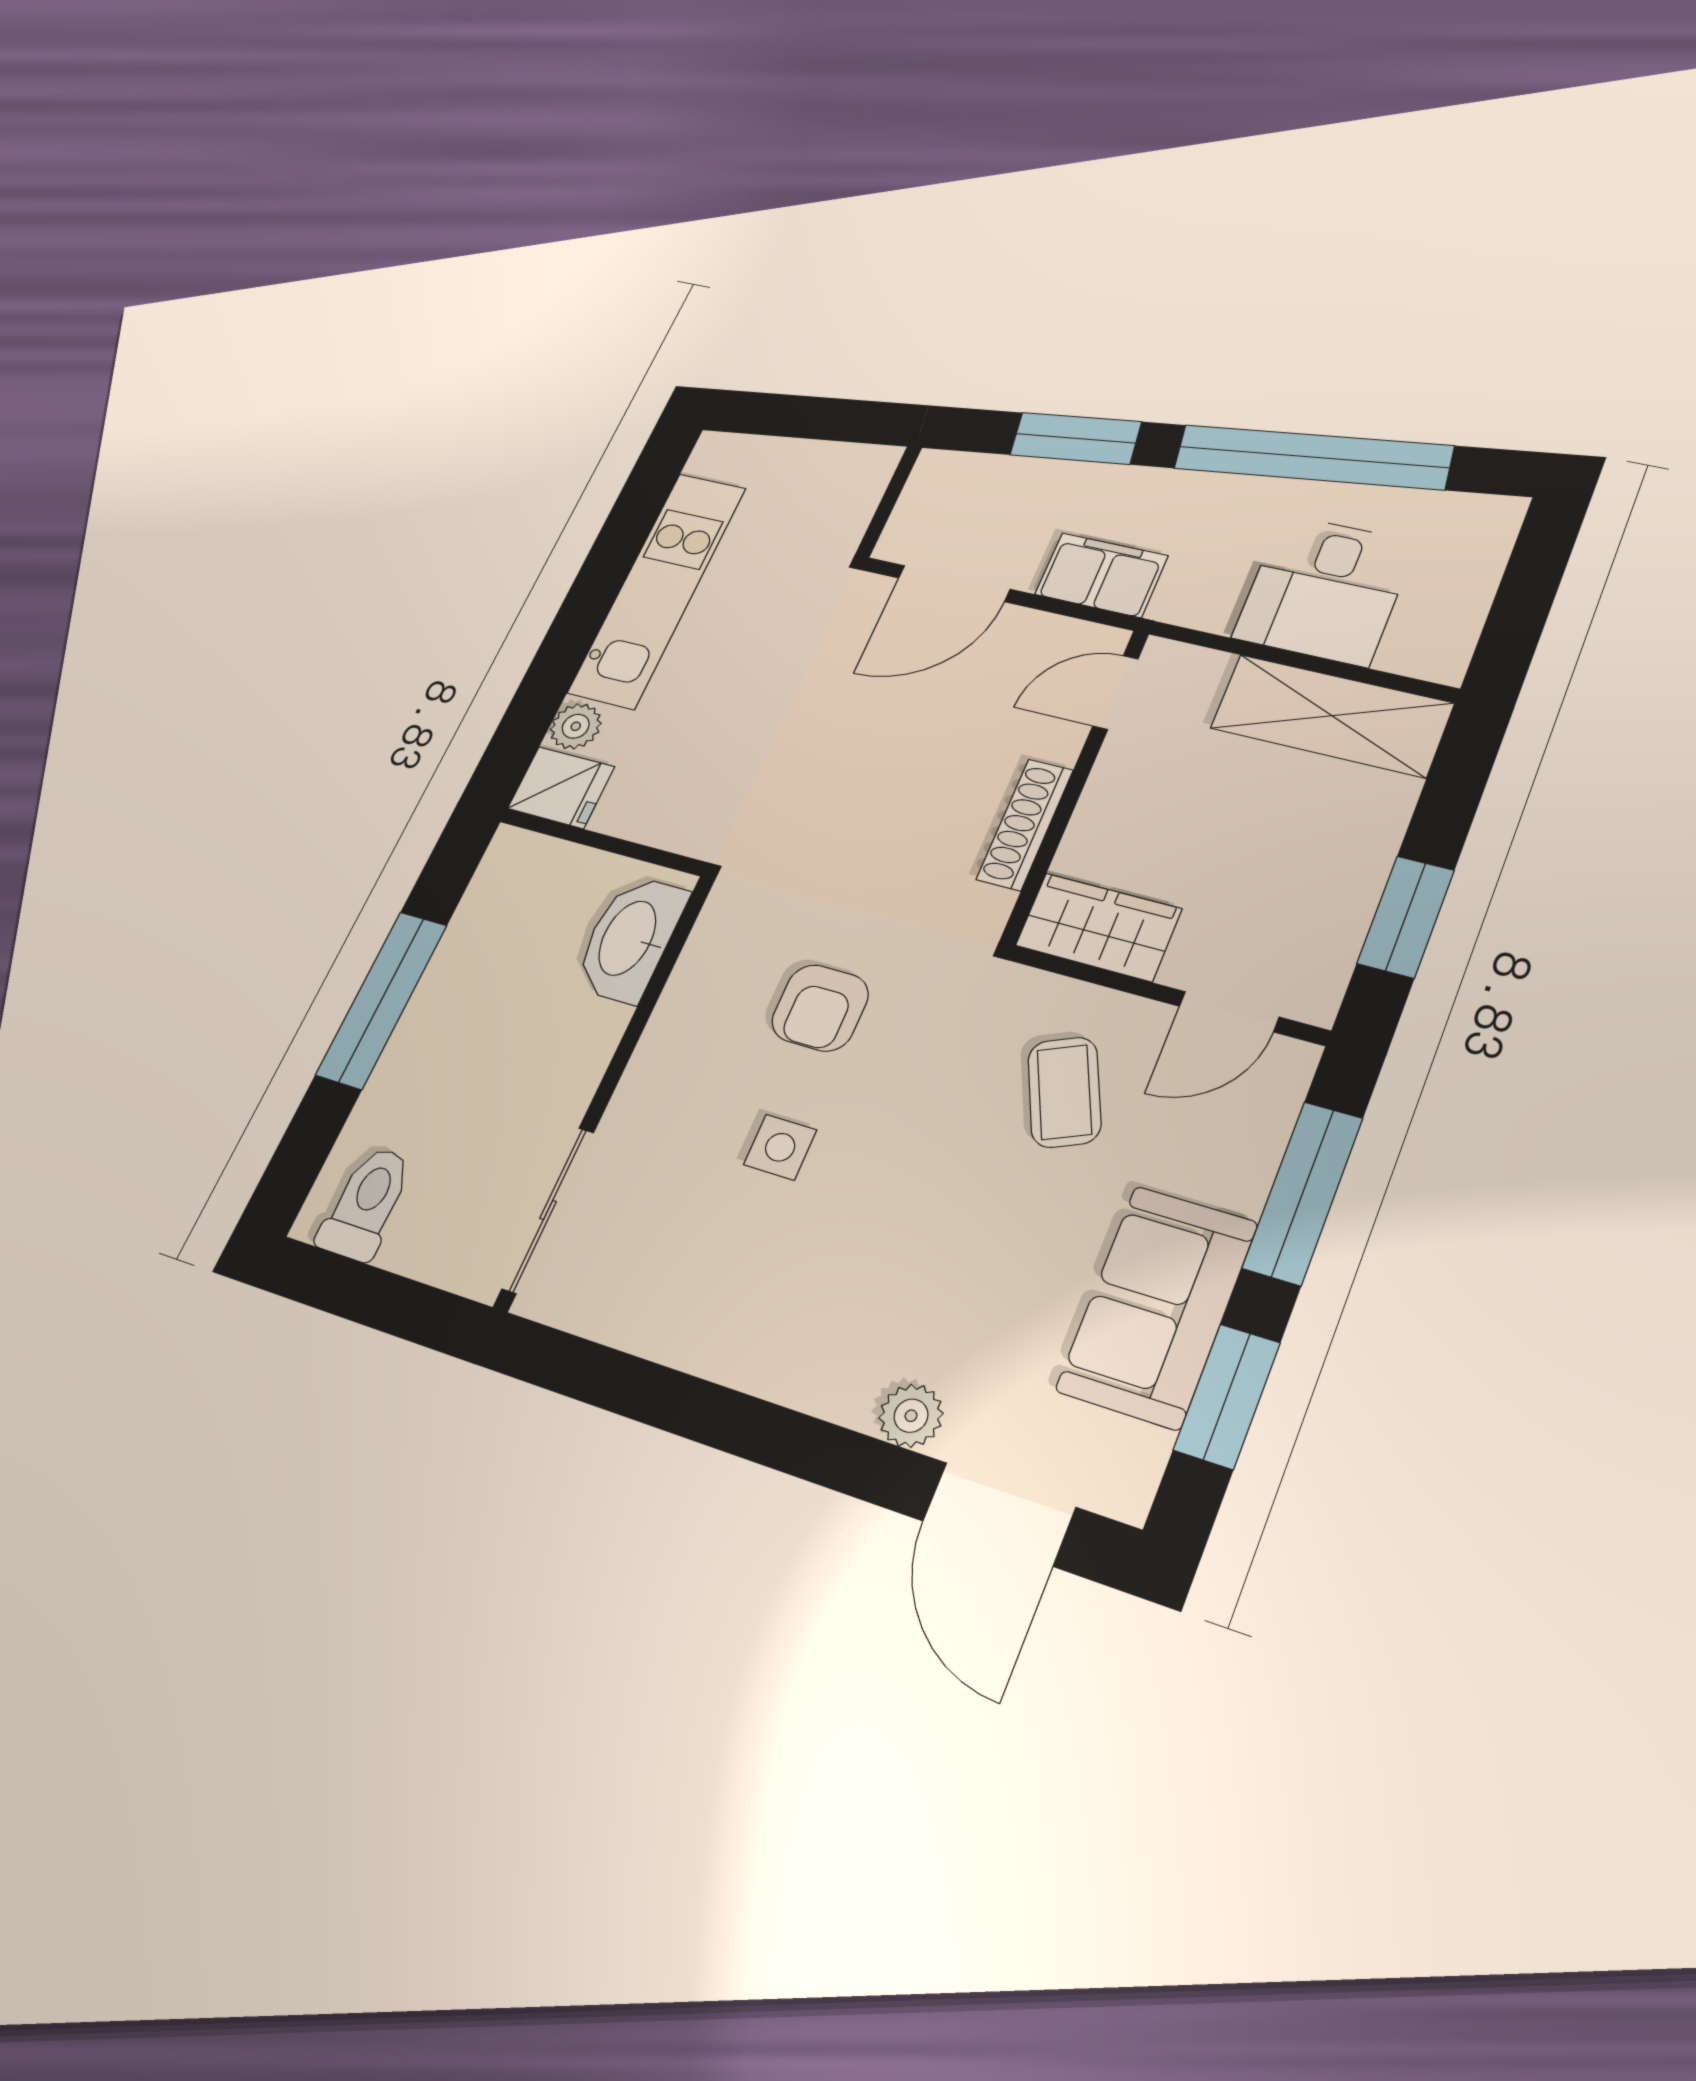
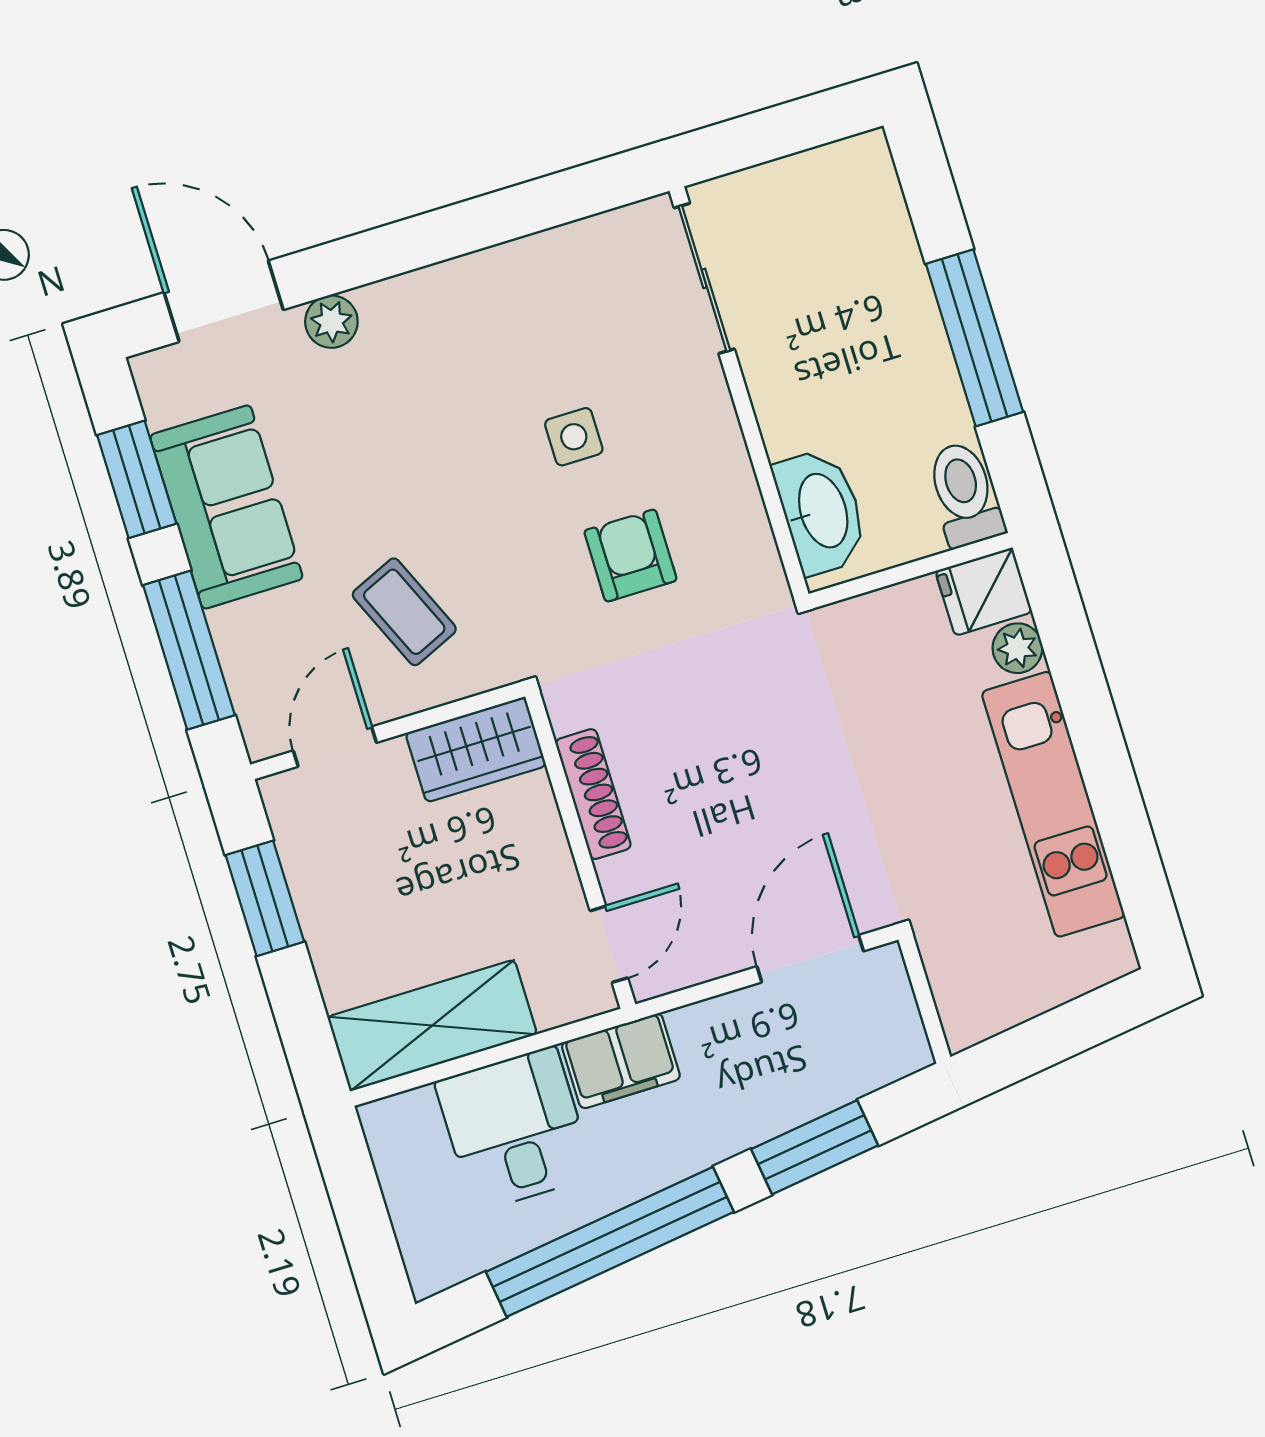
filing cabinet: (1101, 575) -> (621, 1061), moved
toilet: (366, 1203) -> (965, 494), moved, turned 180

